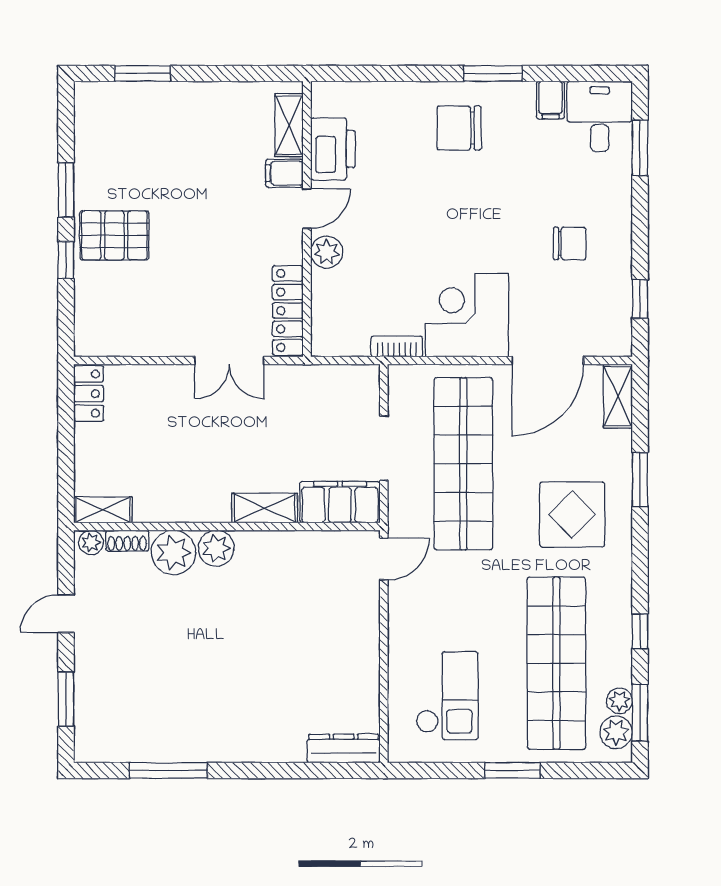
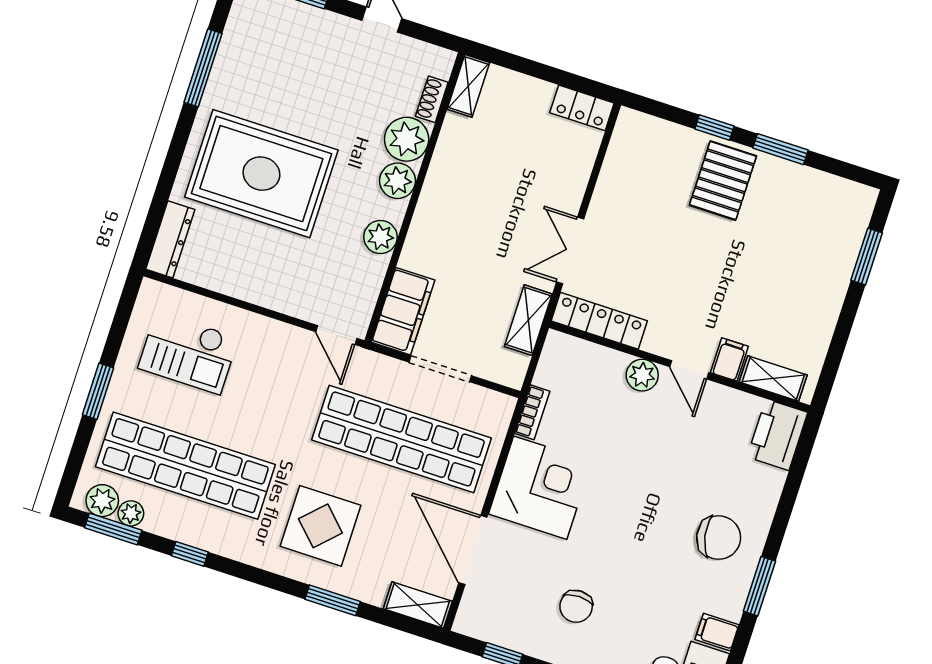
chair: (459, 128) -> (719, 538), turned 79
printer: (333, 149) -> (777, 435), moved, turned 90
shelving: (265, 508) -> (528, 320), moved
plant: (91, 542) -> (380, 237), moved, width x1.38, depth x1.38
rug: (252, 681) -> (261, 174), added

